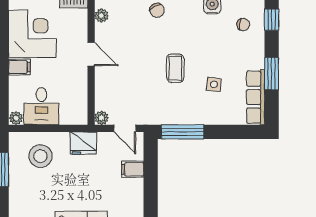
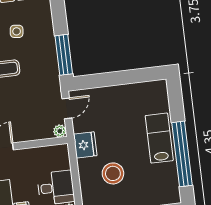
stool: (40, 156) -> (113, 173), moved
filing cabinet: (133, 169) -> (104, 97), removed

